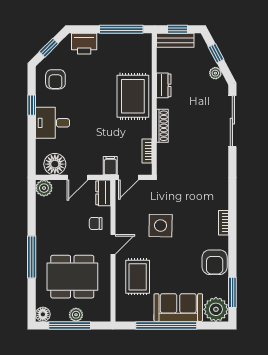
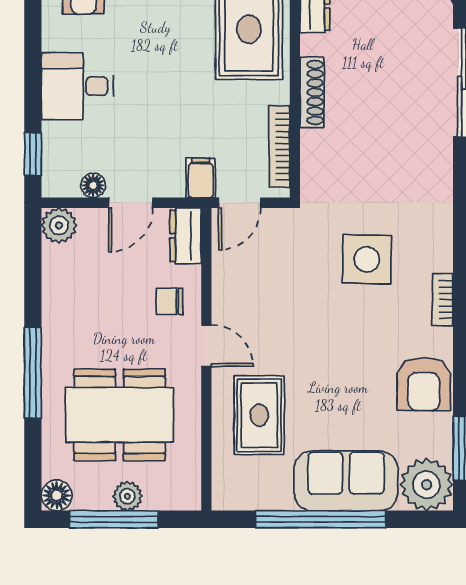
window: (32, 105) -> (33, 154), moved
bookcase: (147, 151) -> (279, 146), width x1.56
floor lamp: (55, 164) -> (93, 185), width x0.53, depth x0.53
side table: (161, 226) -> (367, 259), moved
door: (113, 244) -> (206, 346), hinge flipped

